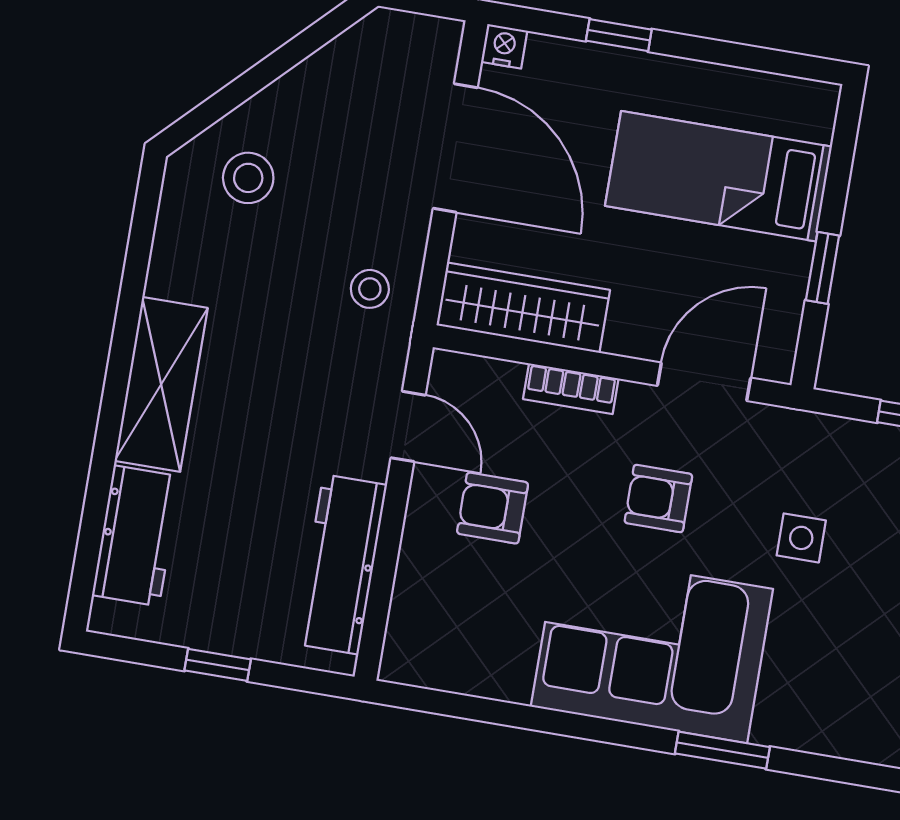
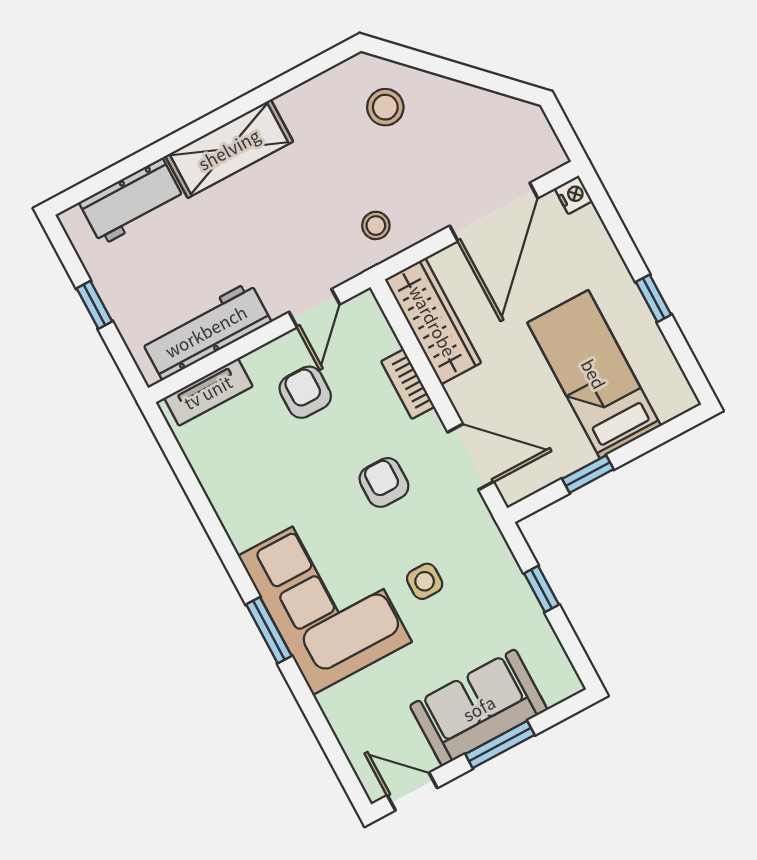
window: (619, 35) -> (654, 298), moved
tv unit: (410, 614) -> (208, 392), added
corner sofa: (652, 648) -> (325, 599), moved

